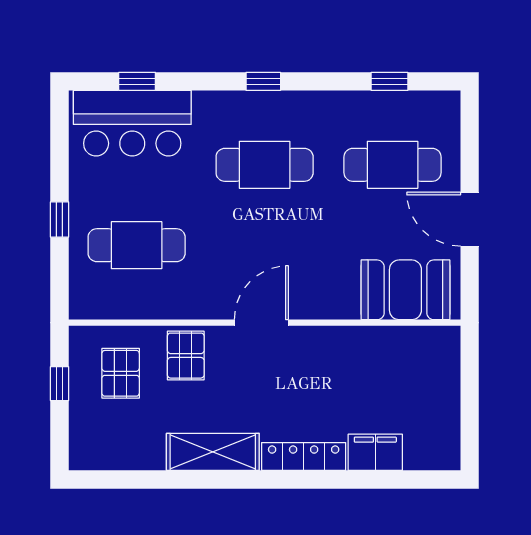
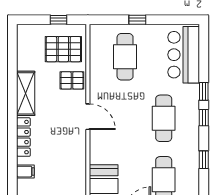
window: (137, 81) -> (204, 91), moved
window: (389, 81) -> (204, 160), moved
pallet: (121, 373) -> (63, 49), width x1.50, depth x1.42
filing cabinet: (375, 452) -> (25, 172), width x0.50

